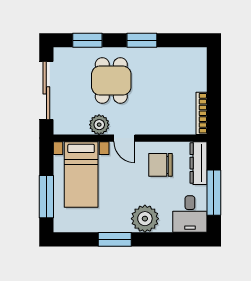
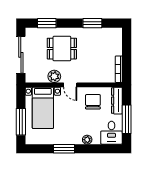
window: (142, 40) -> (92, 23), moved
dining table: (111, 81) -> (62, 49), turned 90
chair: (161, 165) -> (93, 102), turned 90
plant: (145, 219) -> (87, 140), width x0.53, depth x0.53

